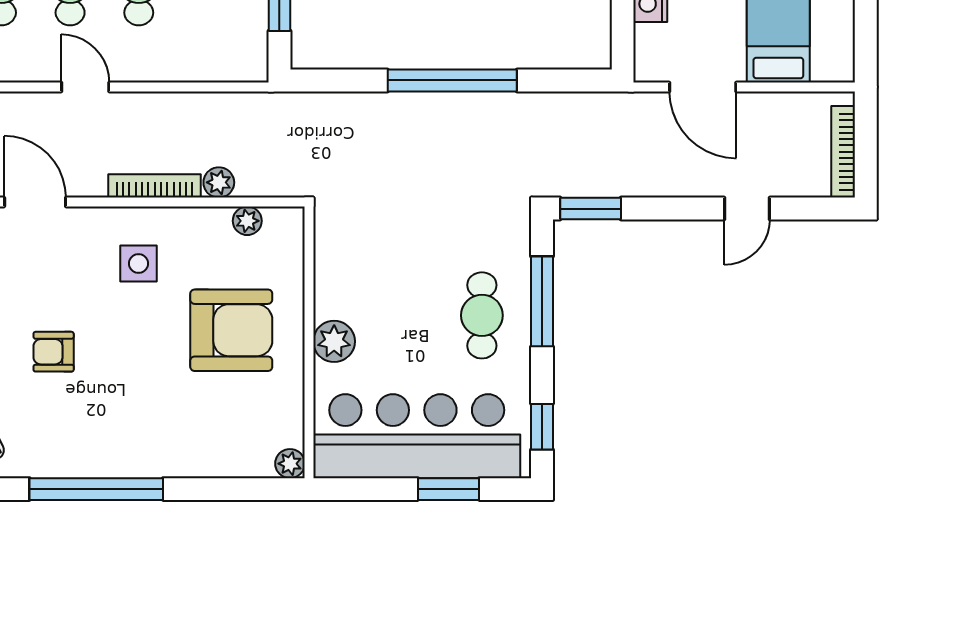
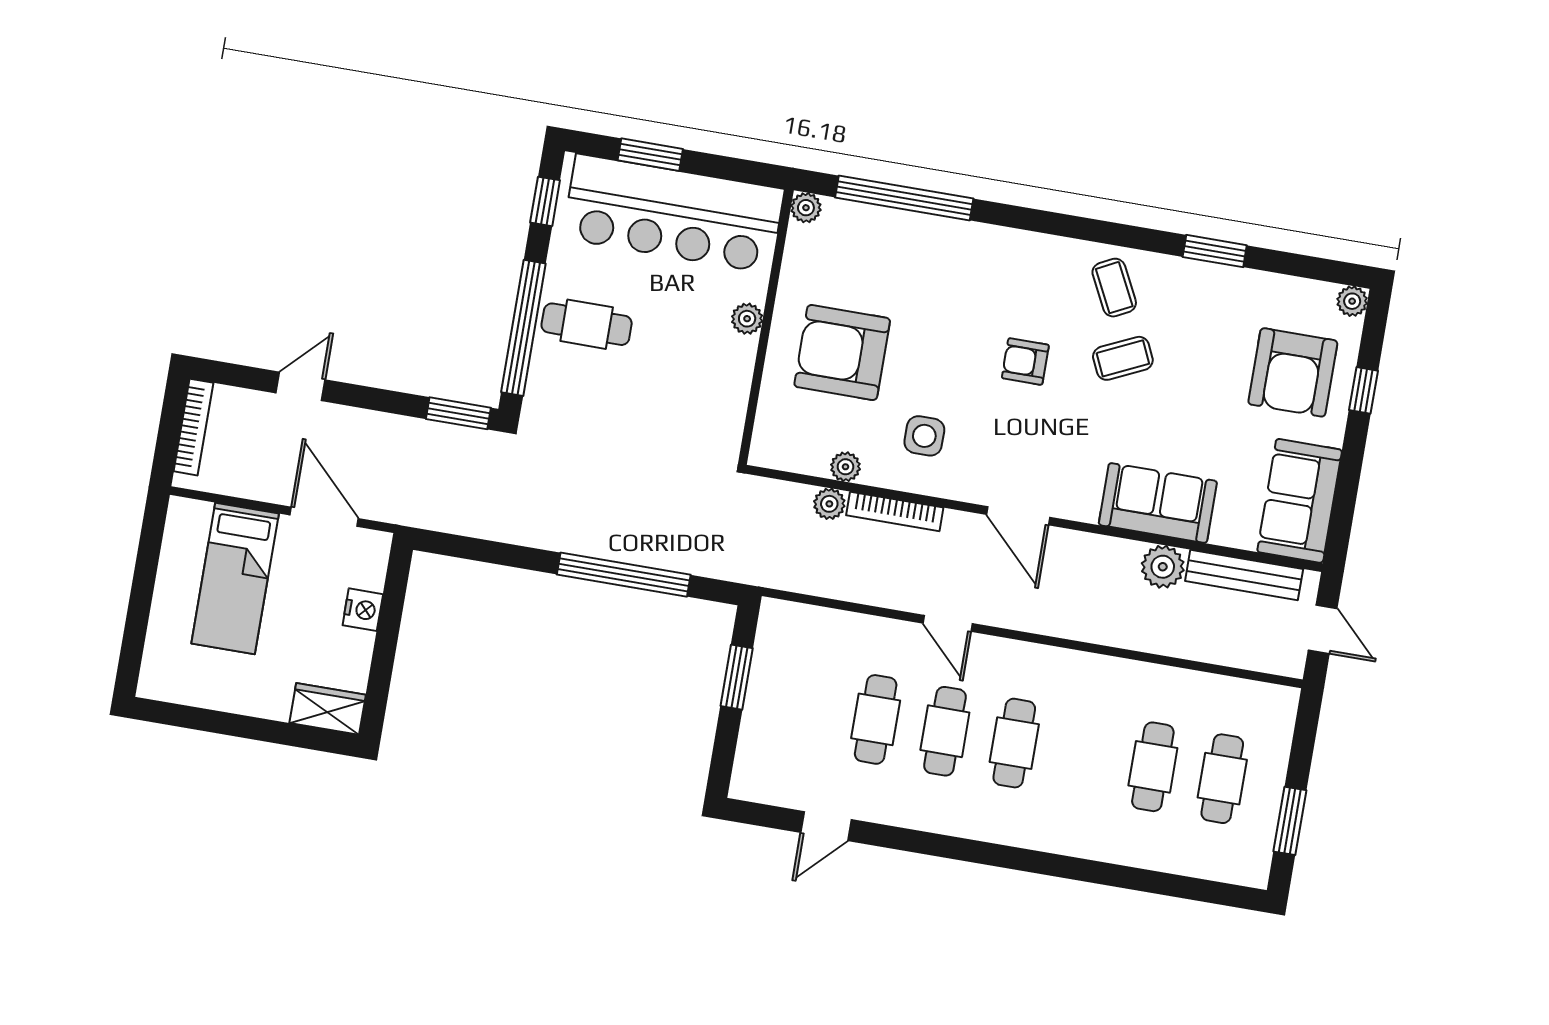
window: (452, 80) -> (624, 575), moved
plant: (247, 221) -> (845, 467), moved
window: (542, 301) -> (523, 328), width x1.46
cafe table: (482, 315) -> (587, 324), turned 90
plant: (334, 341) -> (747, 319), width x0.73, depth x0.73
armchair: (54, 352) -> (1025, 361), turned 180
window: (96, 489) -> (904, 198), moved

